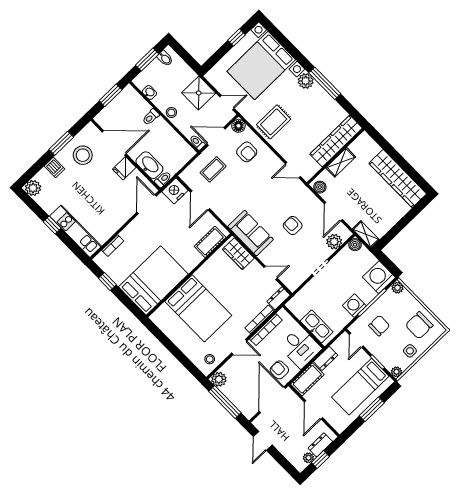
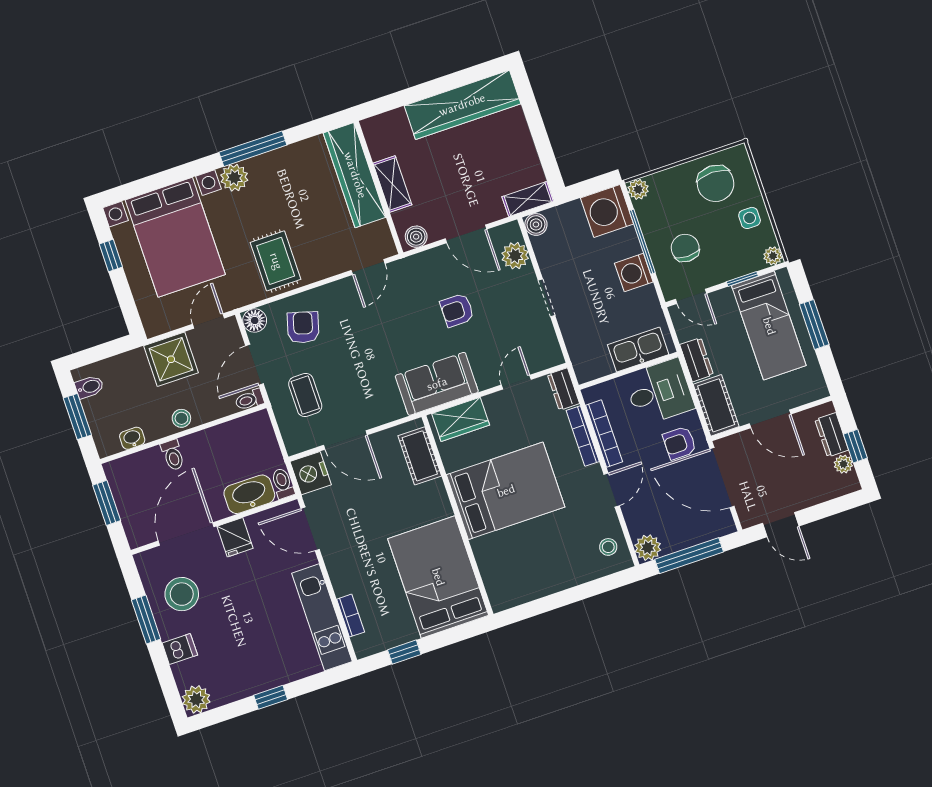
armchair: (247, 152) -> (303, 327), turned -74
kitchen unit: (75, 231) -> (322, 617), moved, turned -90
bed: (198, 308) -> (506, 491), moved

